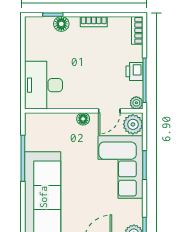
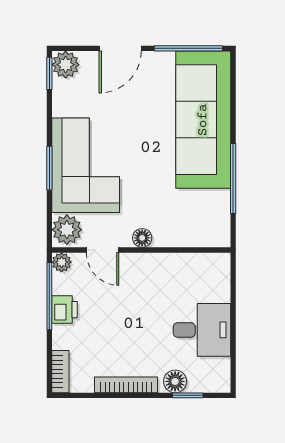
bookcase: (94, 22) -> (126, 385), width x1.56
desk: (43, 85) -> (202, 330), moved, width x0.73
door: (109, 111) -> (103, 250), swing flipped

